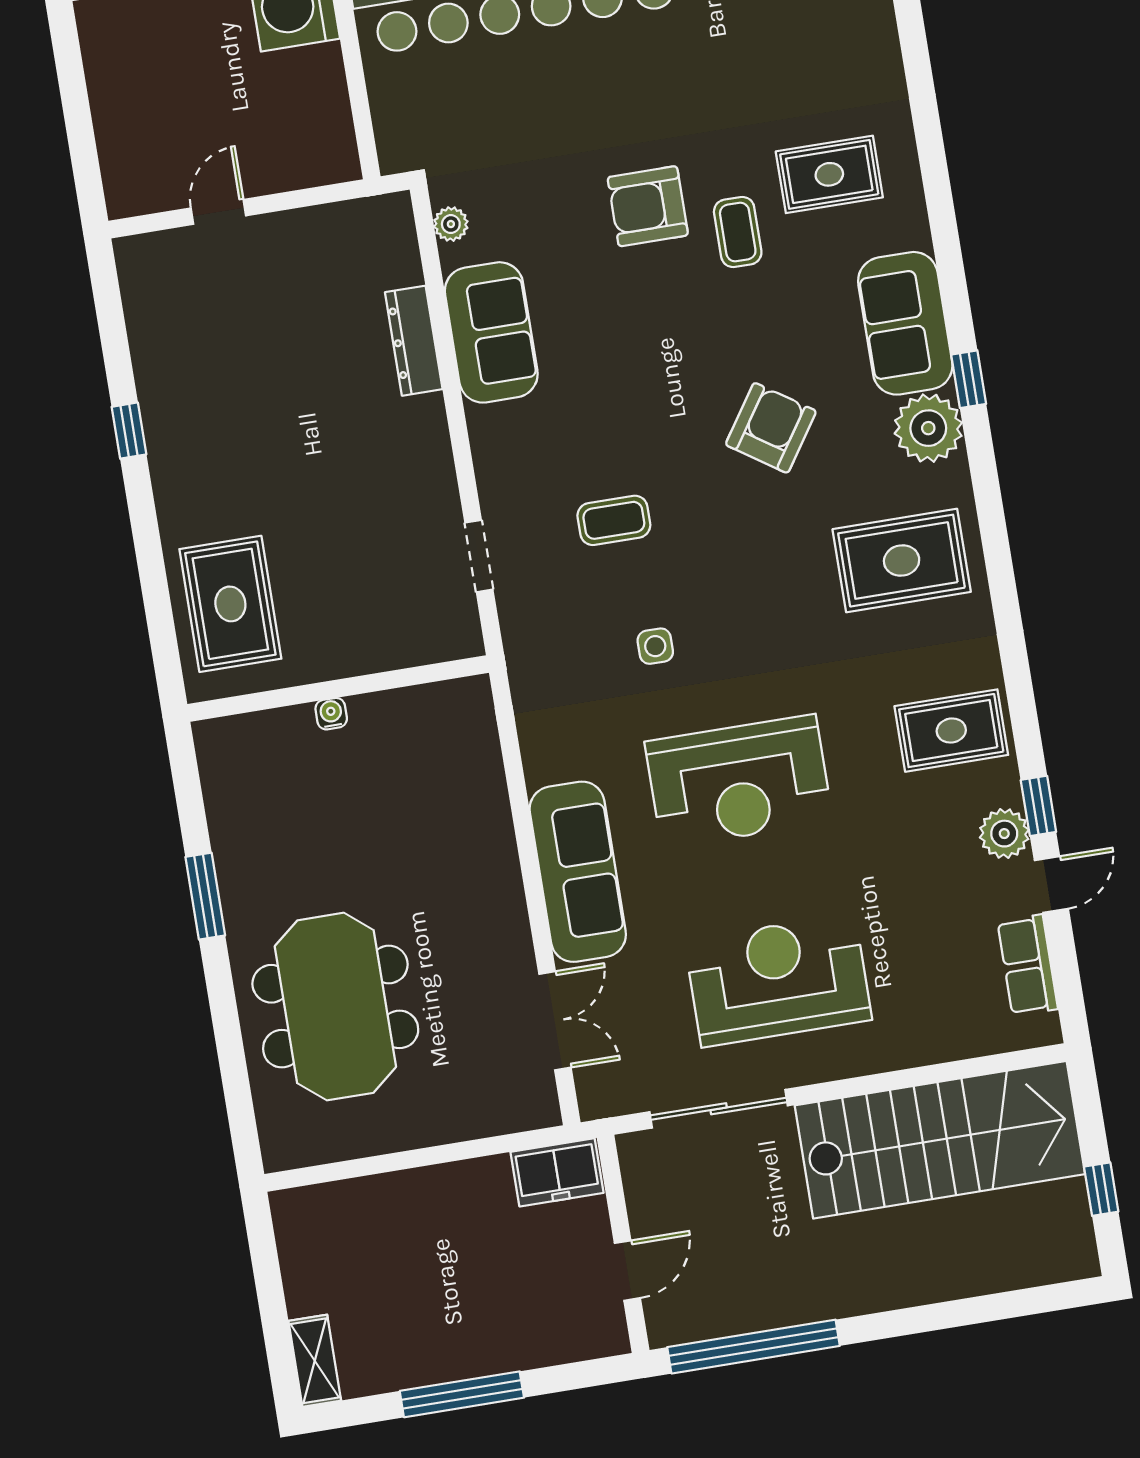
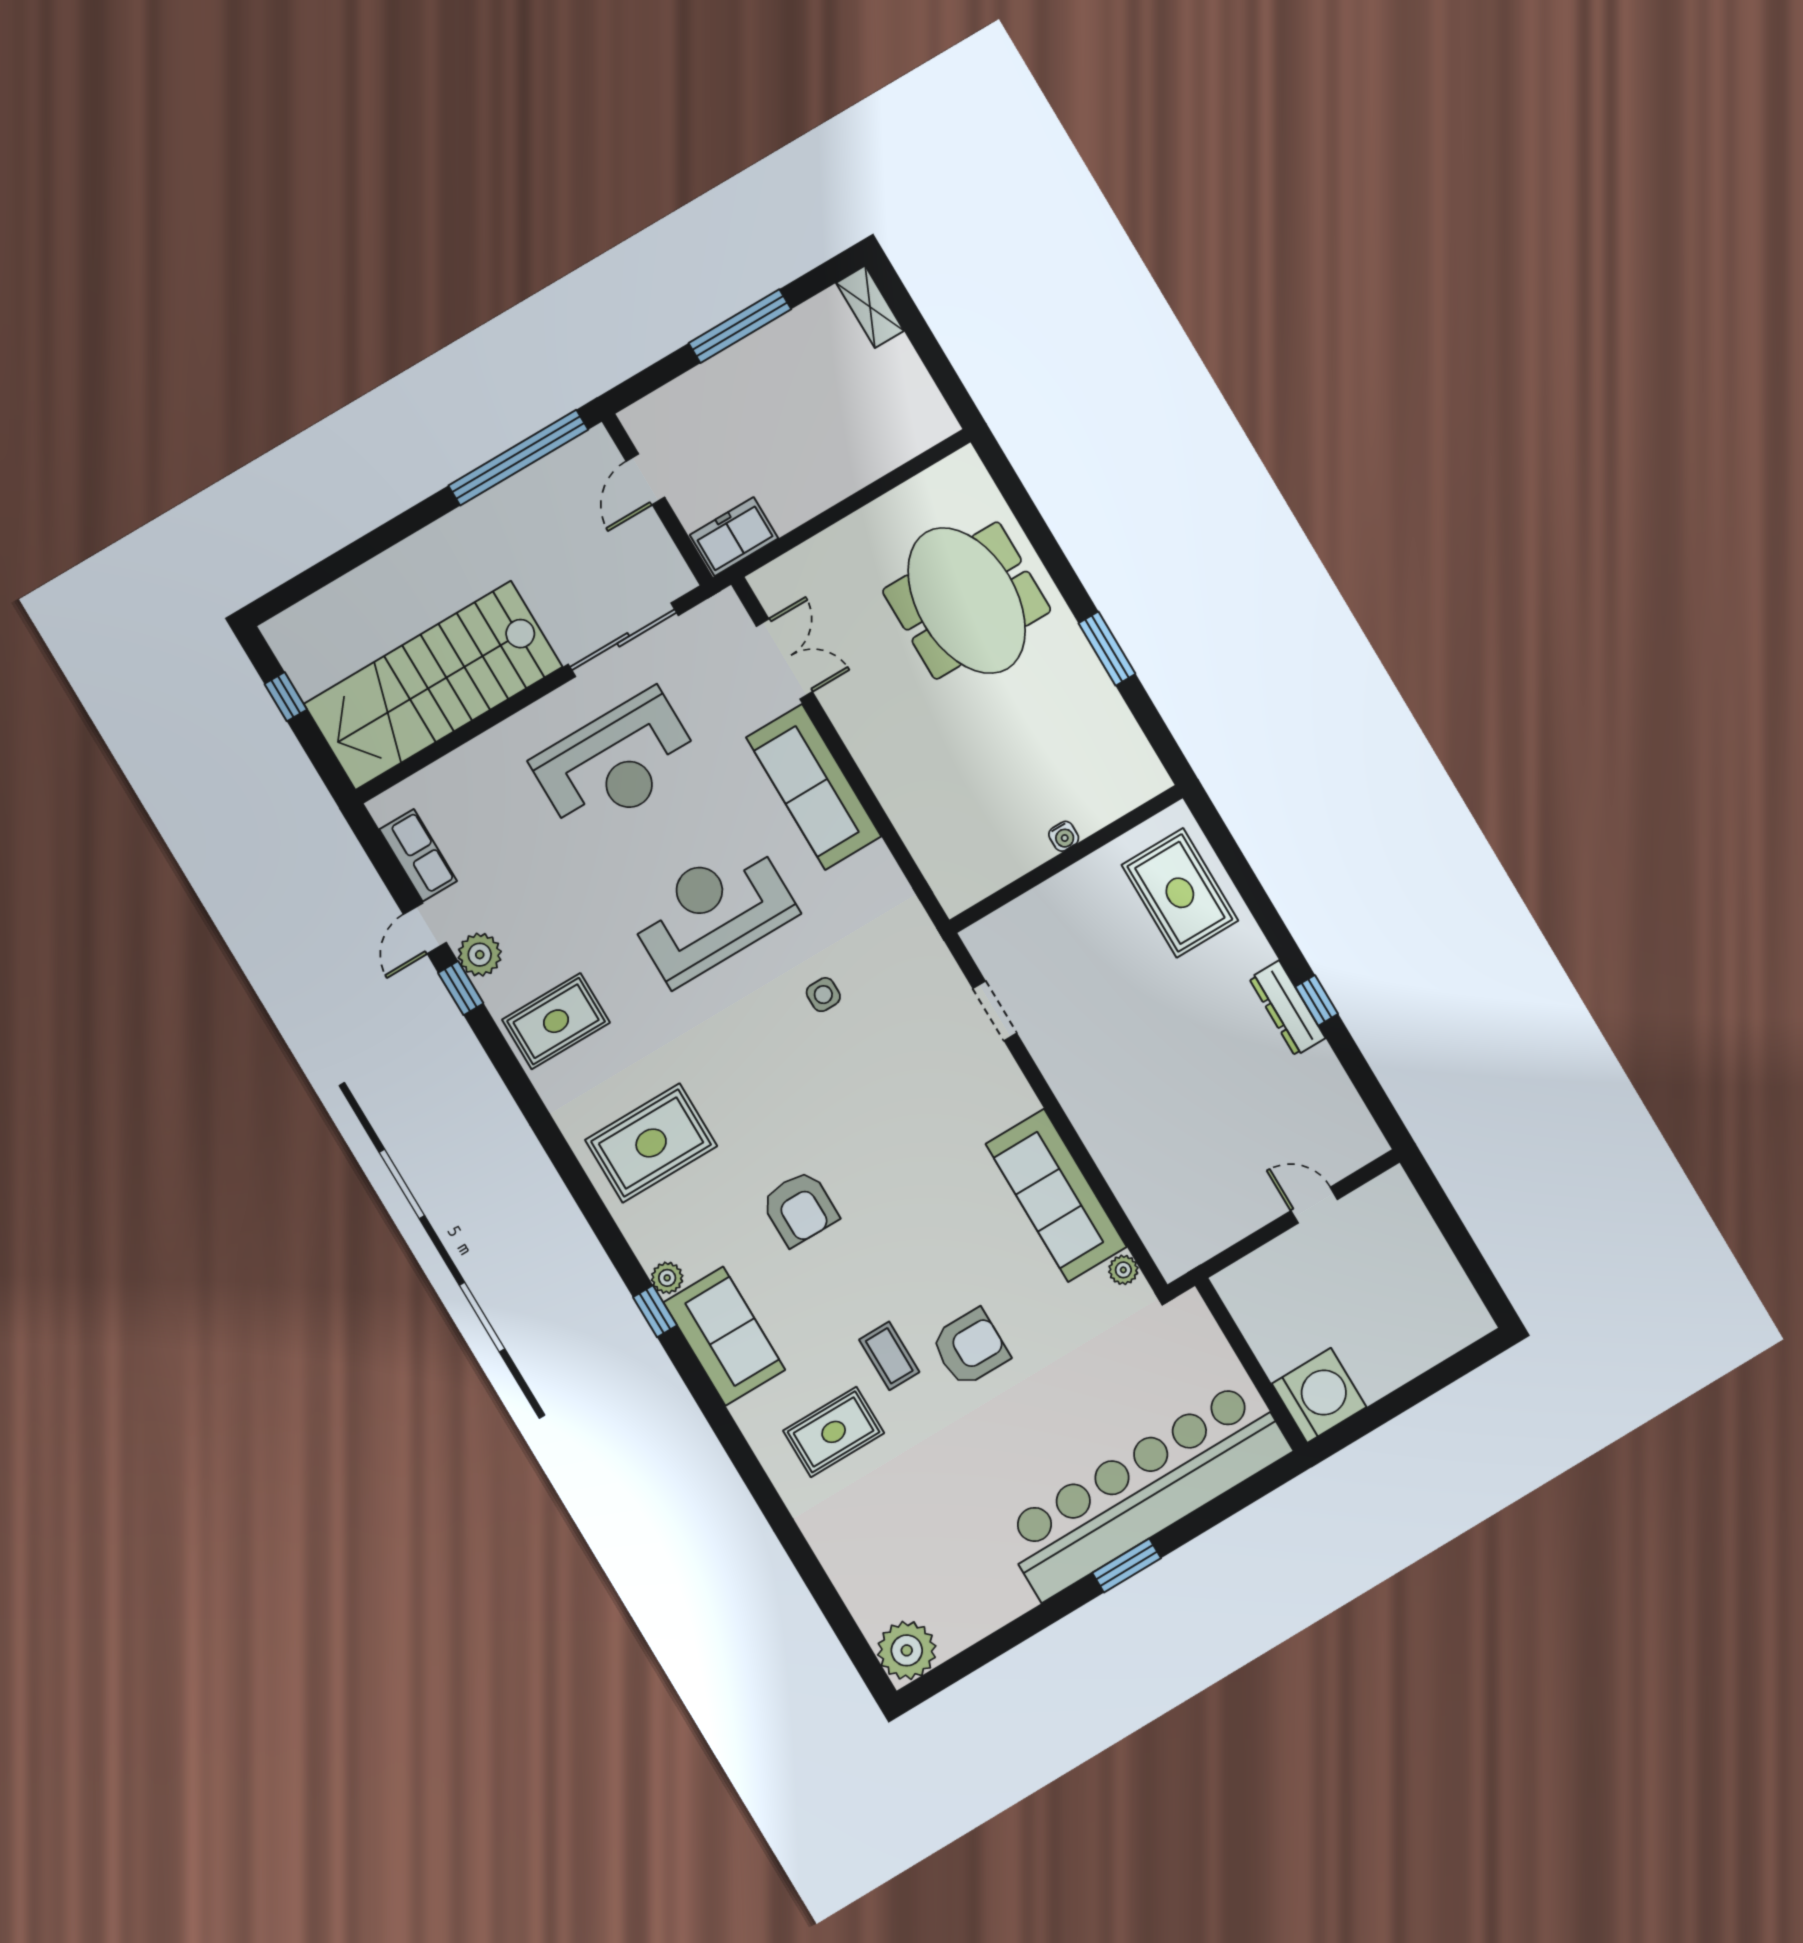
door: (218, 212) -> (1314, 1205), swing flipped
sofa: (491, 332) -> (1056, 1195), width x1.36
dresser: (414, 341) -> (1287, 1008), moved, turned 180
armchair: (771, 428) -> (800, 1208), turned -34
plant: (928, 428) -> (667, 1278), width x0.53, depth x0.53
coffee table: (614, 520) -> (897, 1083), removed
double door: (555, 1021) -> (784, 659), swing flipped

